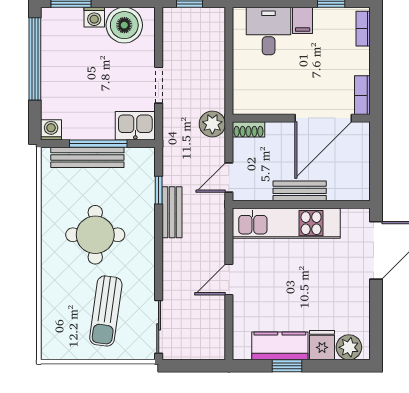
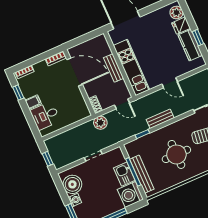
kitchen sink: (135, 126) -> (124, 174), moved
washing machine: (51, 130) -> (130, 194), width x1.89, depth x1.89
bench: (172, 212) -> (160, 119), moved

